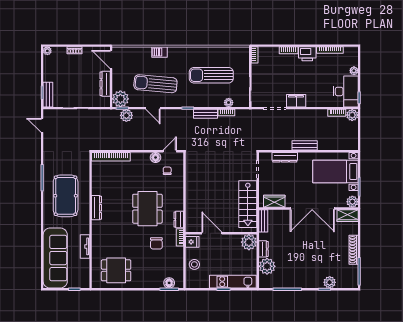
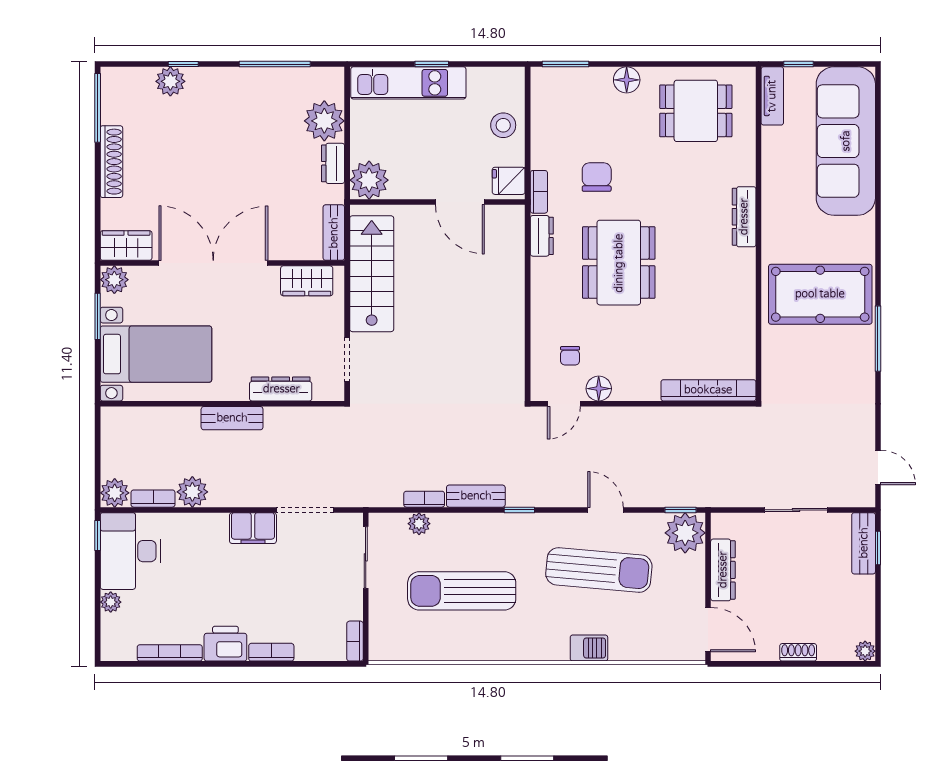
sun lounger: (211, 75) -> (462, 591), turned 180
plant: (126, 115) -> (192, 492), moved
pool table: (66, 196) -> (820, 294), turned 90
dresser: (97, 208) -> (744, 217), moved
tv unit: (85, 246) -> (772, 96), moved
floor lamp: (169, 283) -> (627, 80), moved

